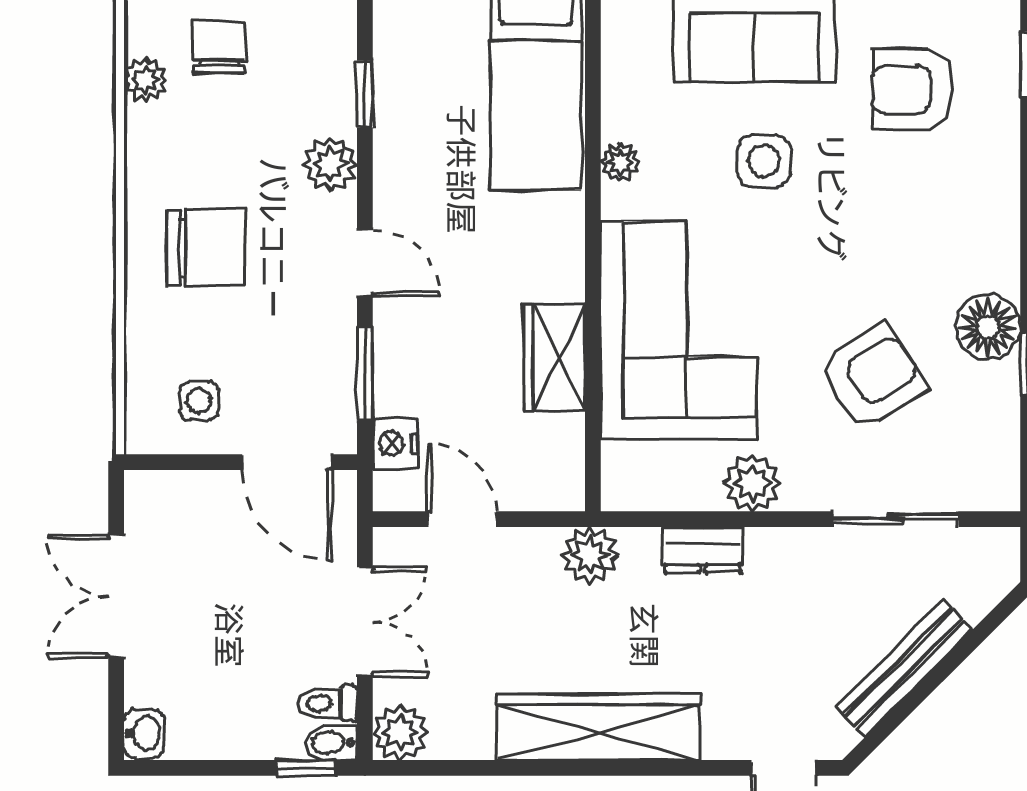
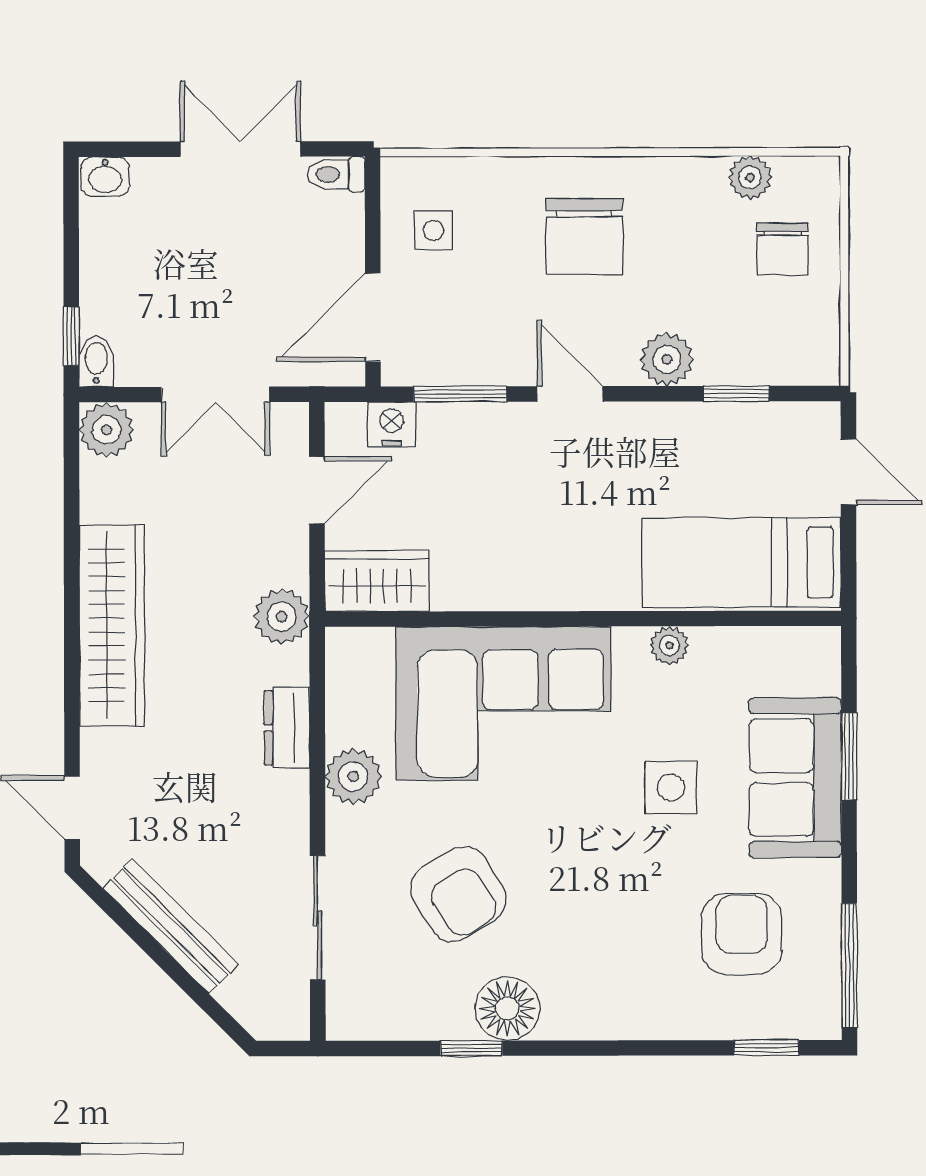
chair: (219, 47) -> (782, 249), turned 90
door: (365, 263) -> (570, 394), swing flipped
wardrobe: (554, 357) -> (377, 581), moved
toilet: (328, 703) -> (336, 174), moved, turned -90

